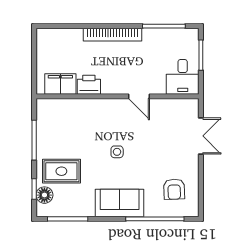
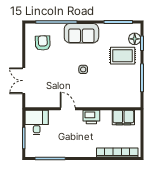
bookcase: (112, 35) -> (117, 153), moved
printer: (89, 85) -> (91, 117), moved

